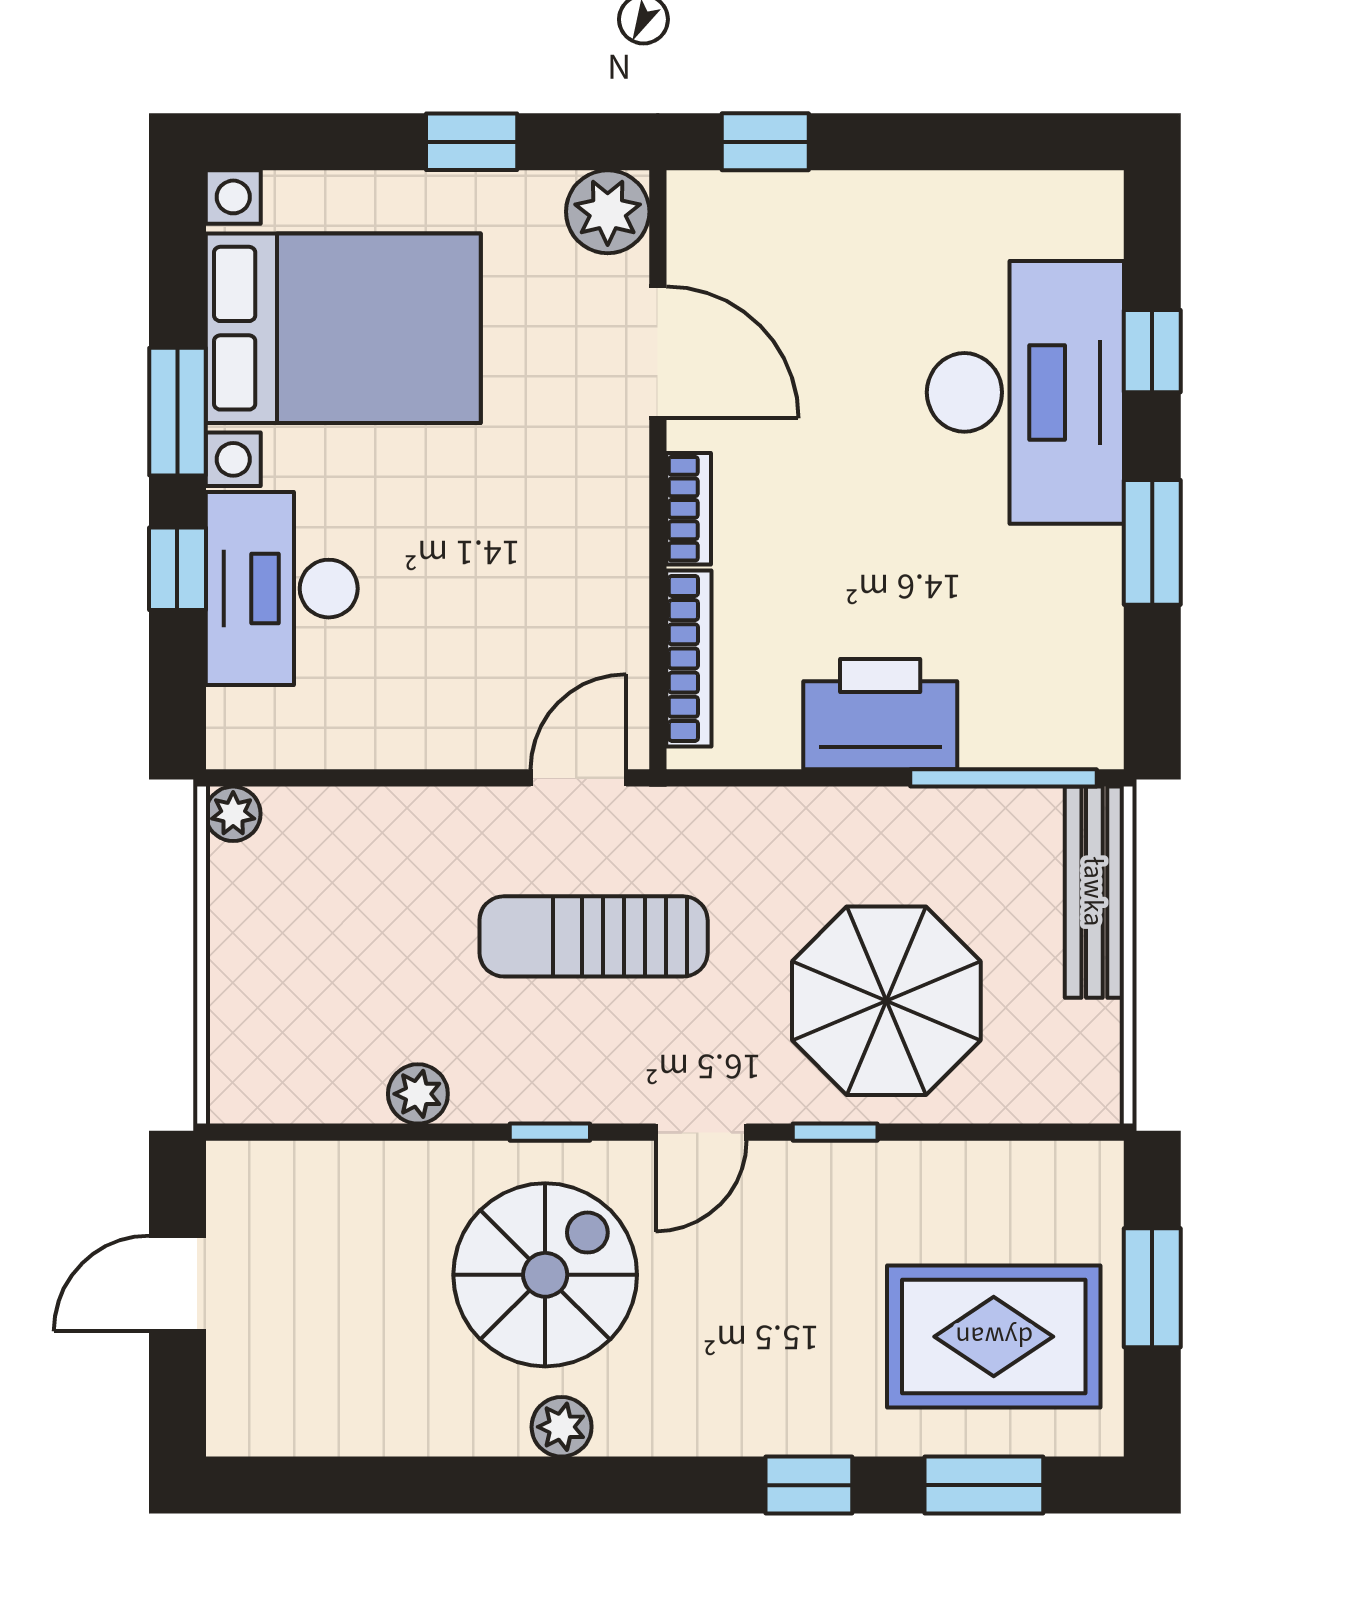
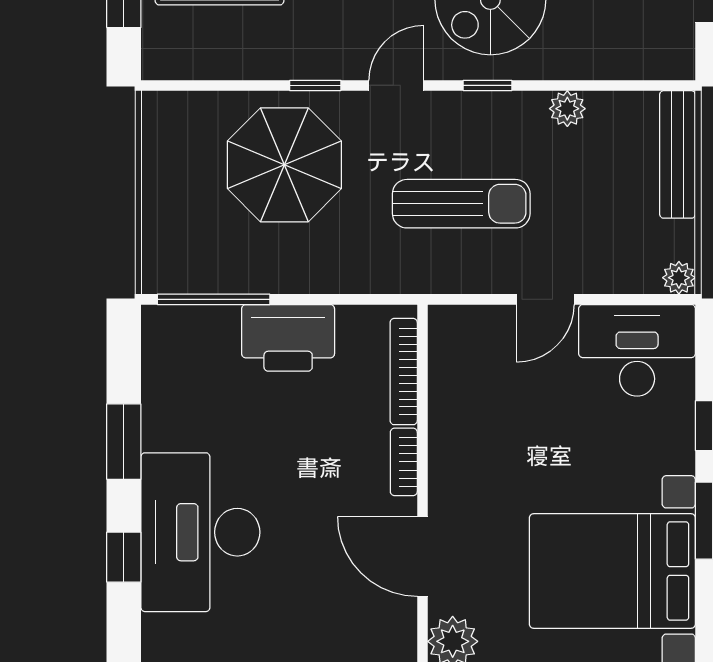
desk: (282, 589) -> (637, 350), moved, turned -90
door: (578, 778) -> (545, 299), moved
bench: (1094, 892) -> (678, 154), moved

